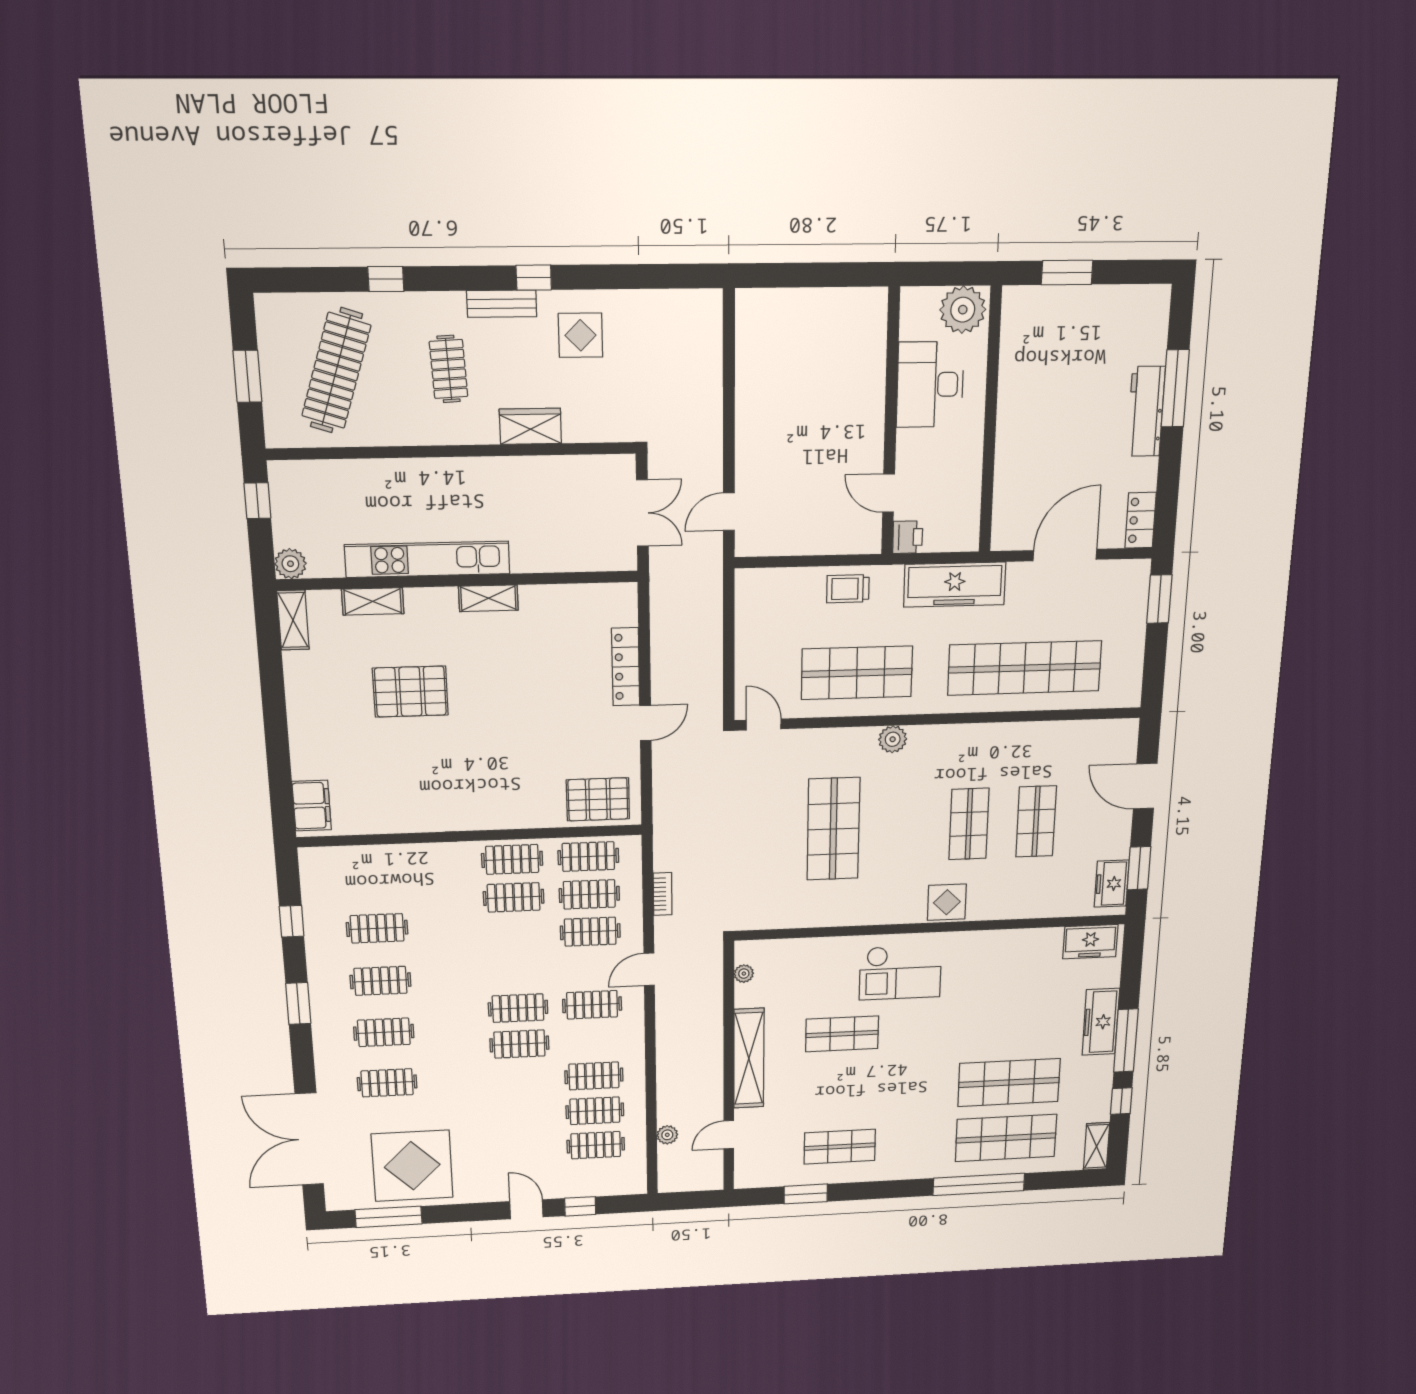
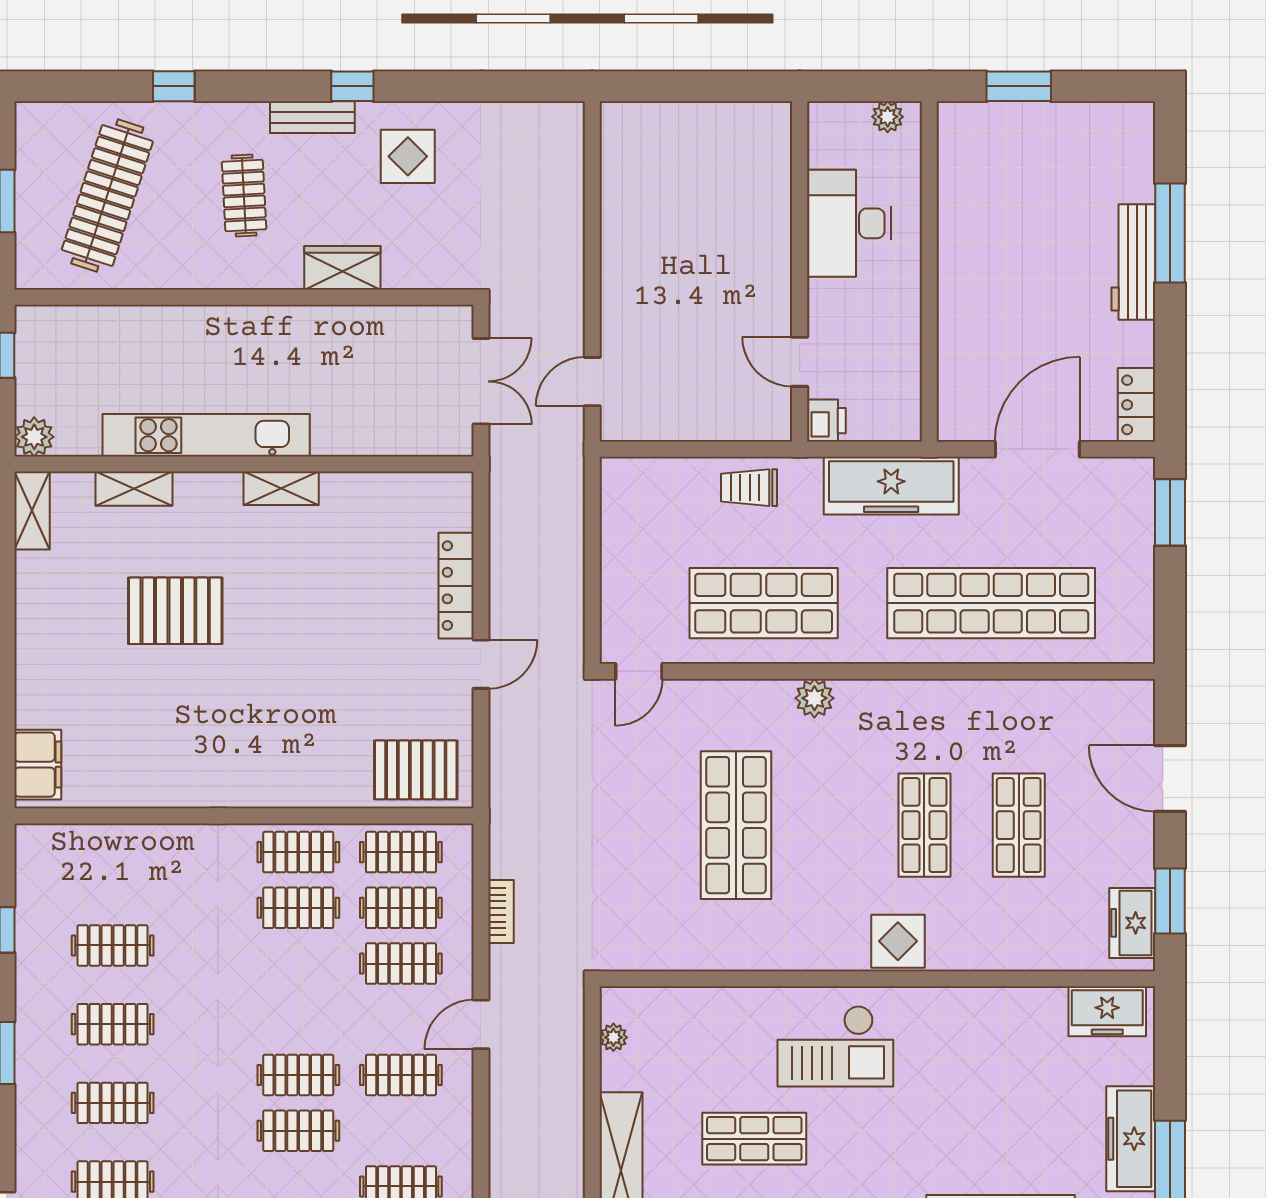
plant: (963, 310) -> (888, 117), width x0.53, depth x0.53
door: (764, 724) -> (639, 671), swing flipped

